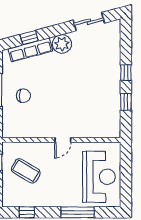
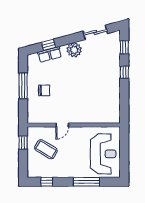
row of seats: (30, 50) -> (50, 54), width x0.68
window: (126, 102) -> (124, 47), moved
door: (63, 140) -> (62, 125), moved

